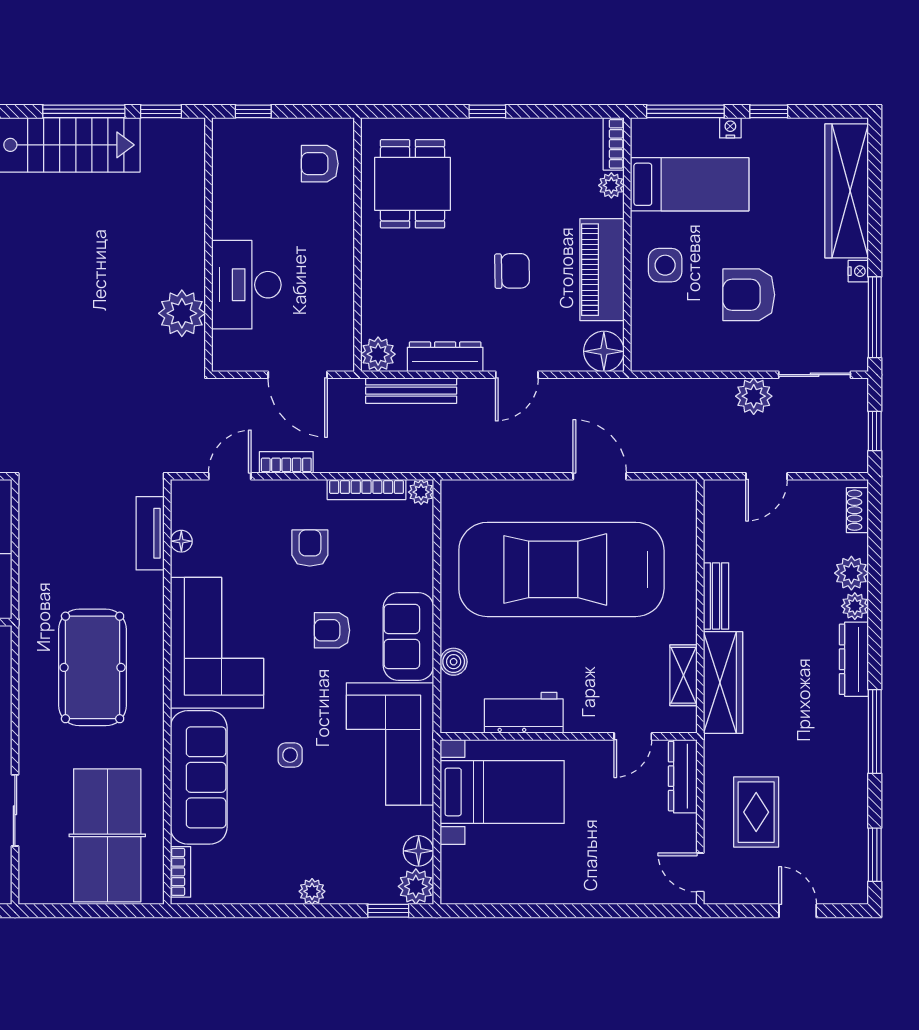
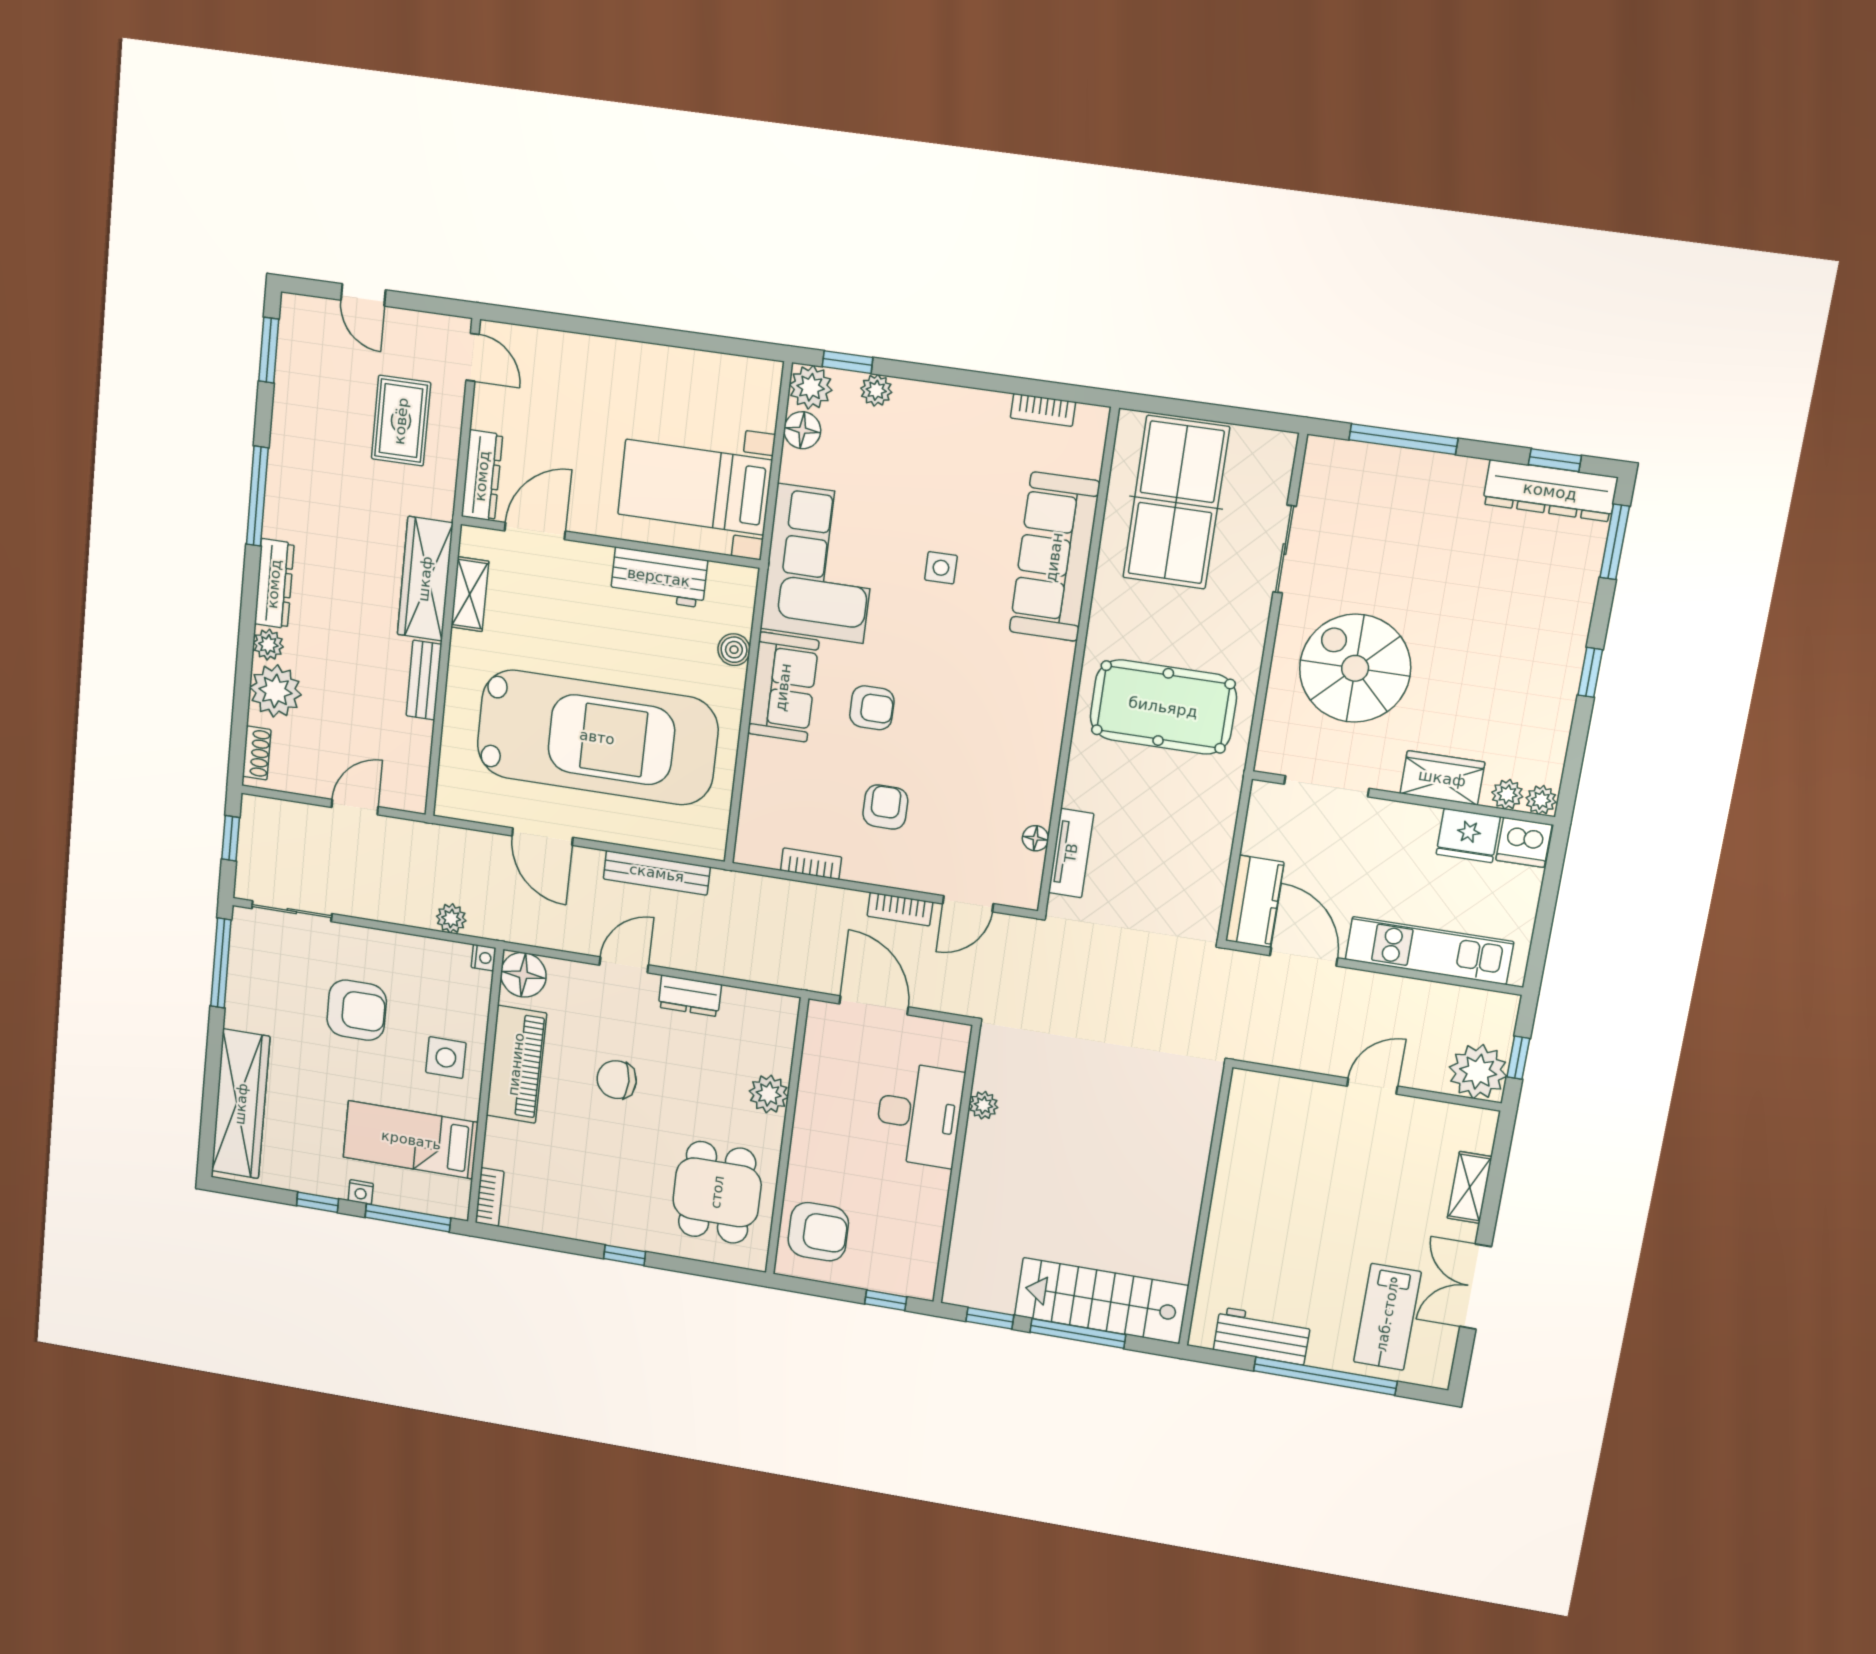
armchair: (320, 164) -> (818, 1232), width x1.38, depth x1.38
plant: (611, 185) -> (497, 1153), removed
nightstand: (858, 271) -> (484, 958), moved, turned 180
plant: (182, 313) -> (983, 1105), width x0.53, depth x0.53
plant: (378, 354) -> (769, 1094), moved
dresser: (445, 357) -> (690, 996), width x0.70
bench: (411, 391) -> (657, 873), moved
plant: (754, 396) -> (451, 918), moved, width x0.73, depth x0.73
bookcase: (367, 489) -> (811, 864), width x0.64
plant: (421, 492) -> (748, 851), removed
armchair: (310, 548) -> (885, 807), turned 180
plant: (851, 573) -> (275, 691), width x1.36, depth x1.36
corner sofa: (217, 643) -> (1010, 714), removed
pool table: (93, 667) -> (1163, 707), turned 90
door: (633, 736) -> (535, 531), width x1.38
bookcase: (181, 872) -> (1043, 410), moved, turned -90
plant: (312, 891) -> (876, 390), moved

